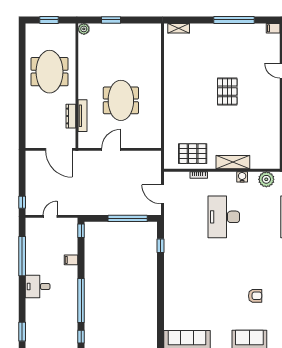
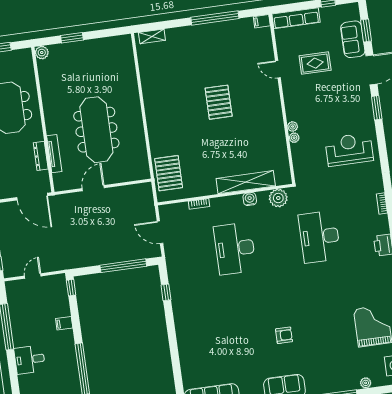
meeting table: (121, 100) -> (96, 130), width x1.36
pallet: (193, 154) -> (169, 173), moved, turned 90
shelving: (233, 162) -> (246, 182), width x1.47

